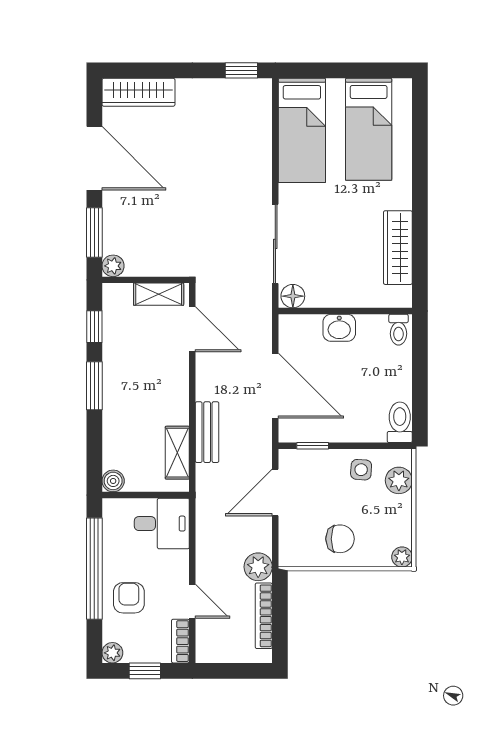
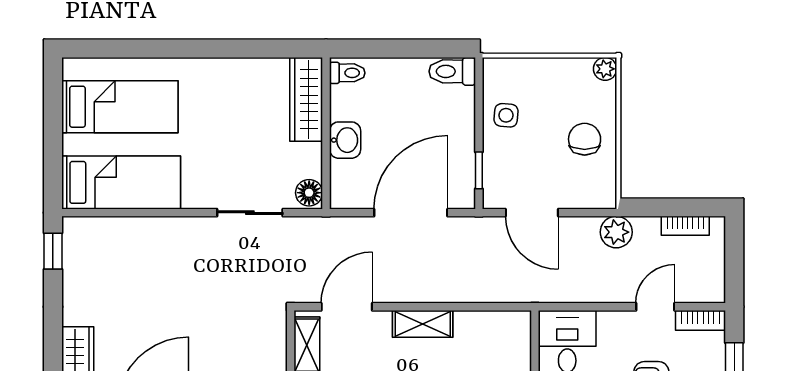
sliding door: (275, 244) -> (250, 213), width x0.73
wardrobe: (398, 248) -> (306, 99), moved, turned 90
bench: (207, 432) -> (463, 290), removed
shelving: (177, 453) -> (423, 324), moved
plant: (399, 480) -> (518, 72), removed
bookcase: (264, 616) -> (685, 226), width x0.64

